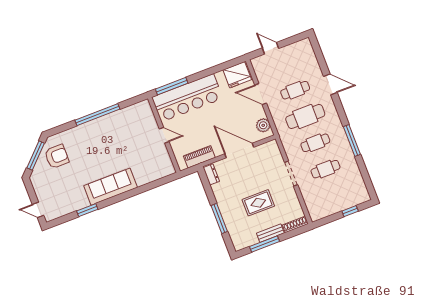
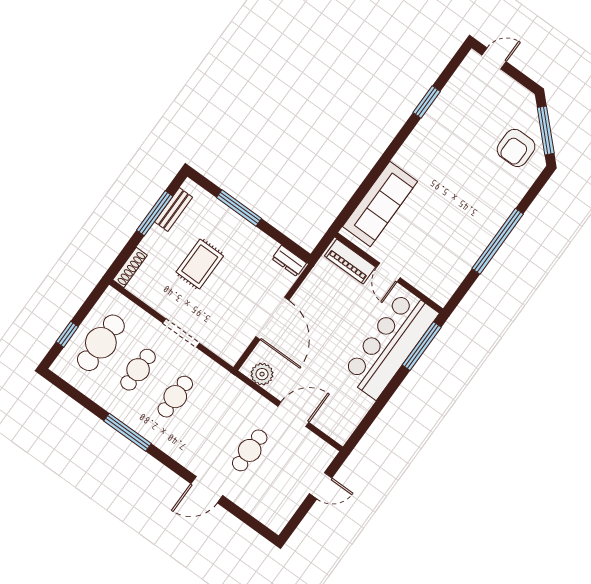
fridge: (237, 75) -> (342, 420), removed
cafe table: (305, 116) -> (101, 343), moved
door: (164, 135) -> (388, 272), hinge flipped
door: (239, 151) -> (272, 318), hinge flipped
piano: (199, 157) -> (350, 262), moved, turned 90
sofa: (111, 187) -> (380, 204), moved
bench: (270, 233) -> (174, 210), moved

